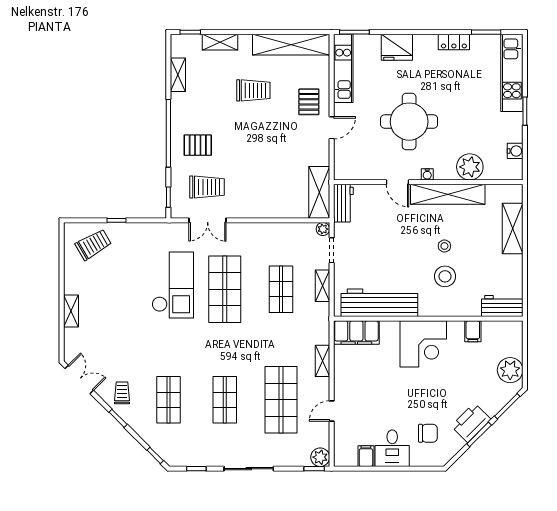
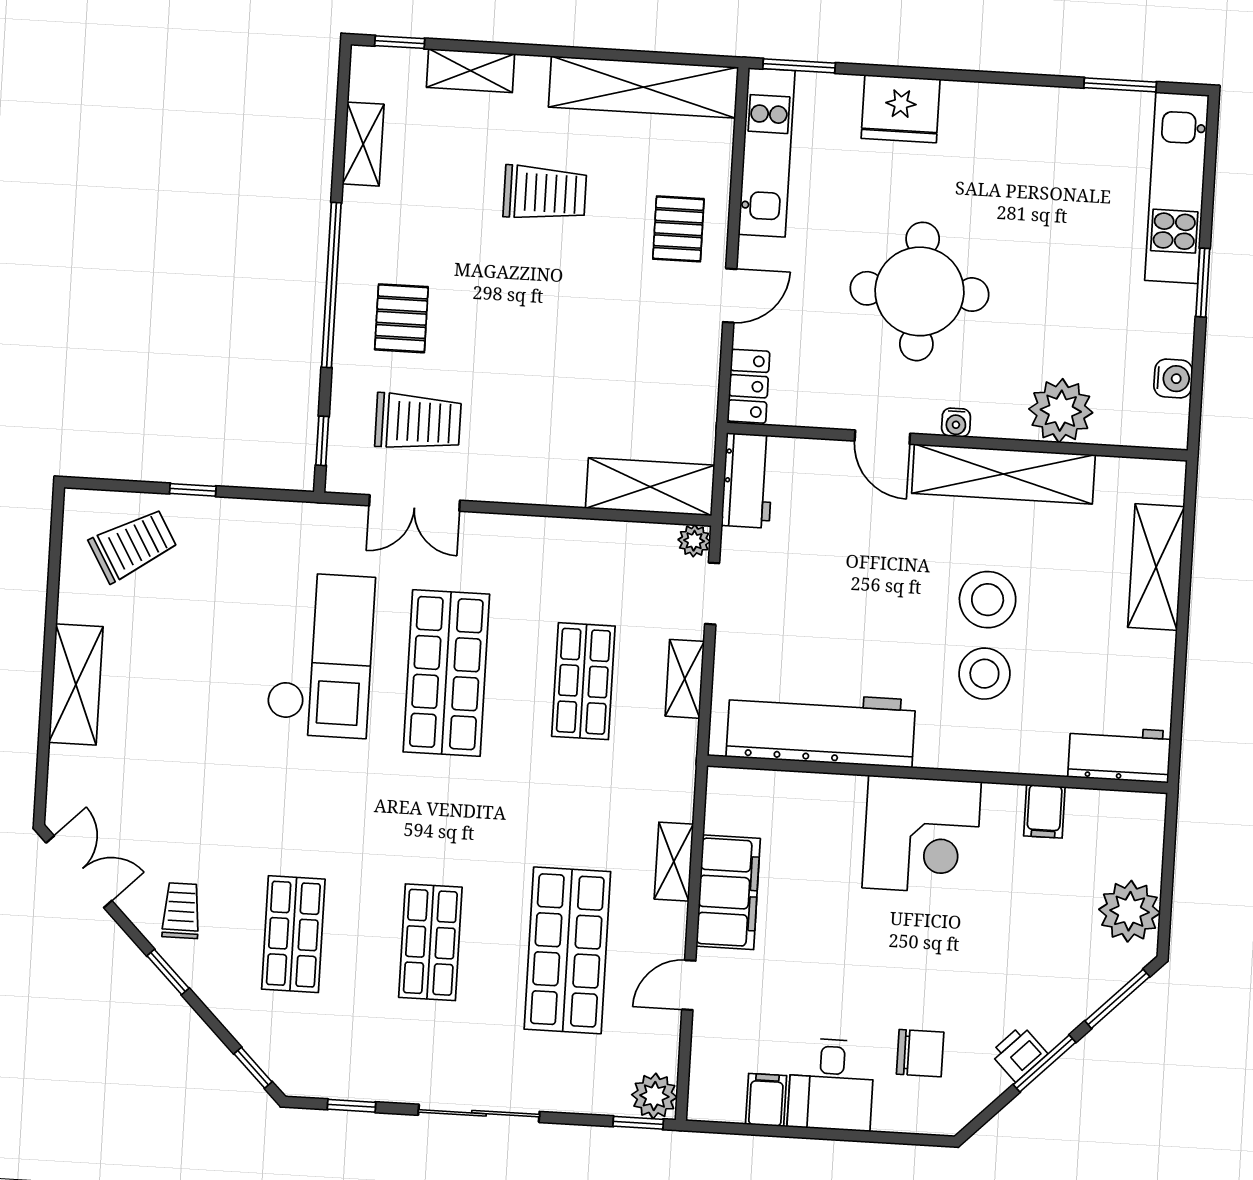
locker: (454, 42) -> (749, 386), moved, turned -90
pallet: (198, 145) -> (401, 318), turned 90
shelving: (319, 192) -> (650, 487), moved, turned 90
stool: (444, 246) -> (988, 600), width x1.89, depth x1.89
shelving: (71, 311) -> (76, 684), width x1.50, depth x1.33
filing cabinet: (356, 333) -> (728, 892), moved, turned -90
printer: (471, 423) -> (1019, 1053), width x0.53, depth x0.68

